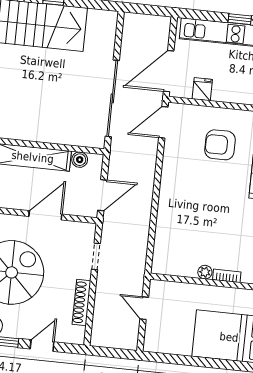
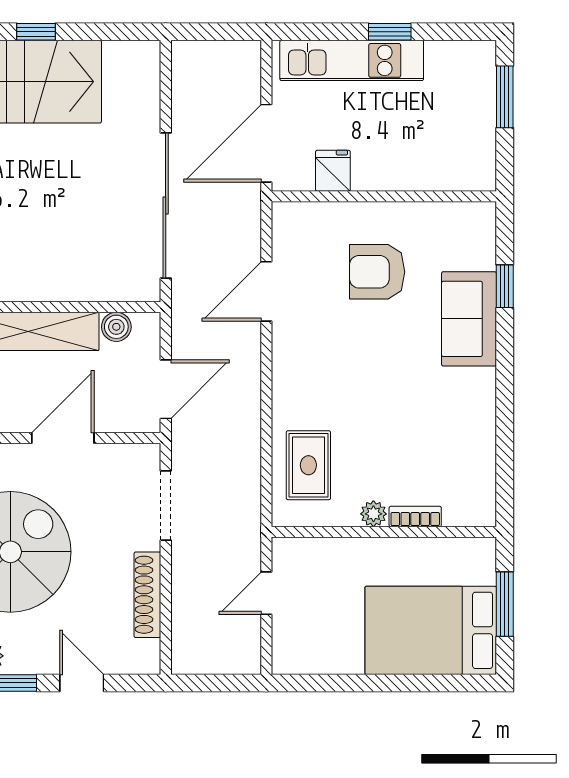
door: (163, 122) -> (266, 291), moved
rug: (173, 243) -> (308, 465), added
doorway: (96, 256) -> (166, 505), width x1.38
door: (144, 308) -> (266, 593), hinge flipped
door: (42, 345) -> (82, 683), hinge flipped

